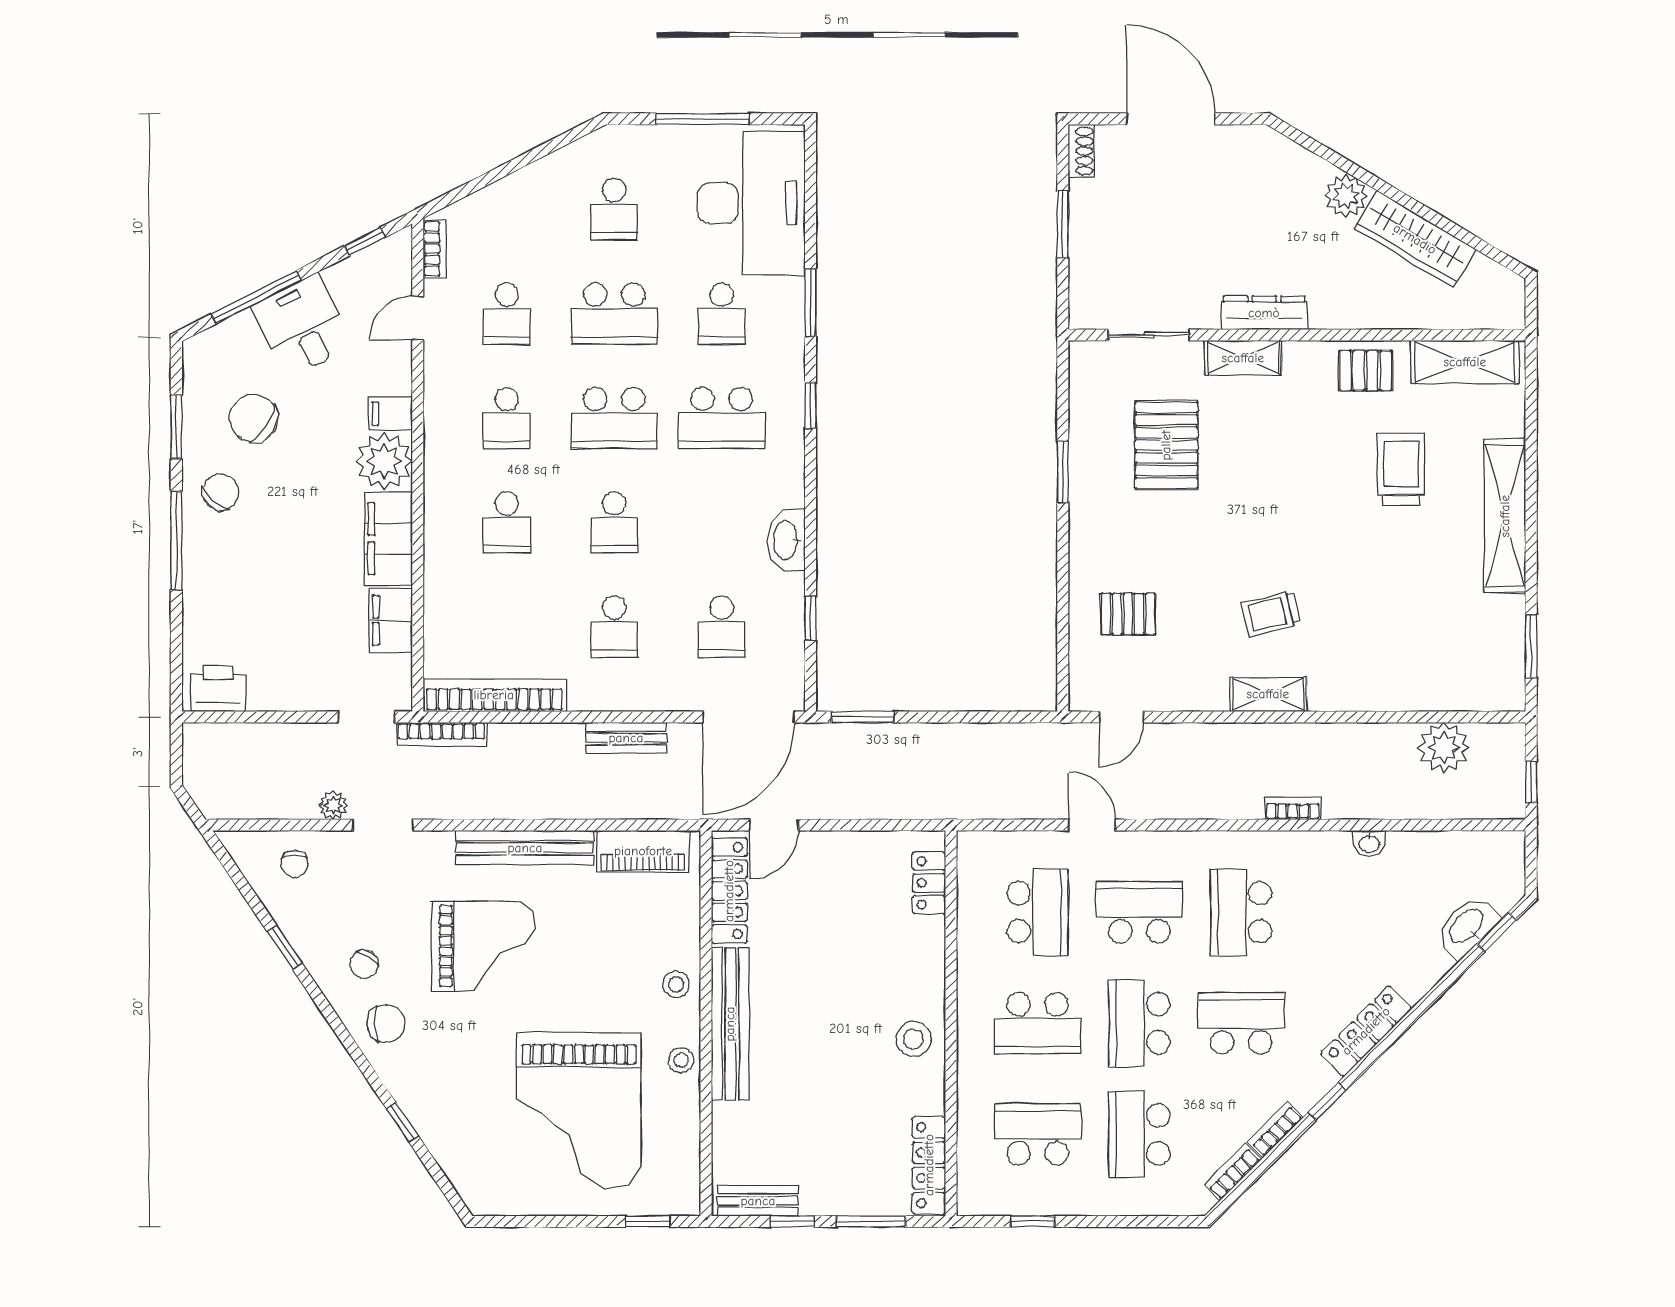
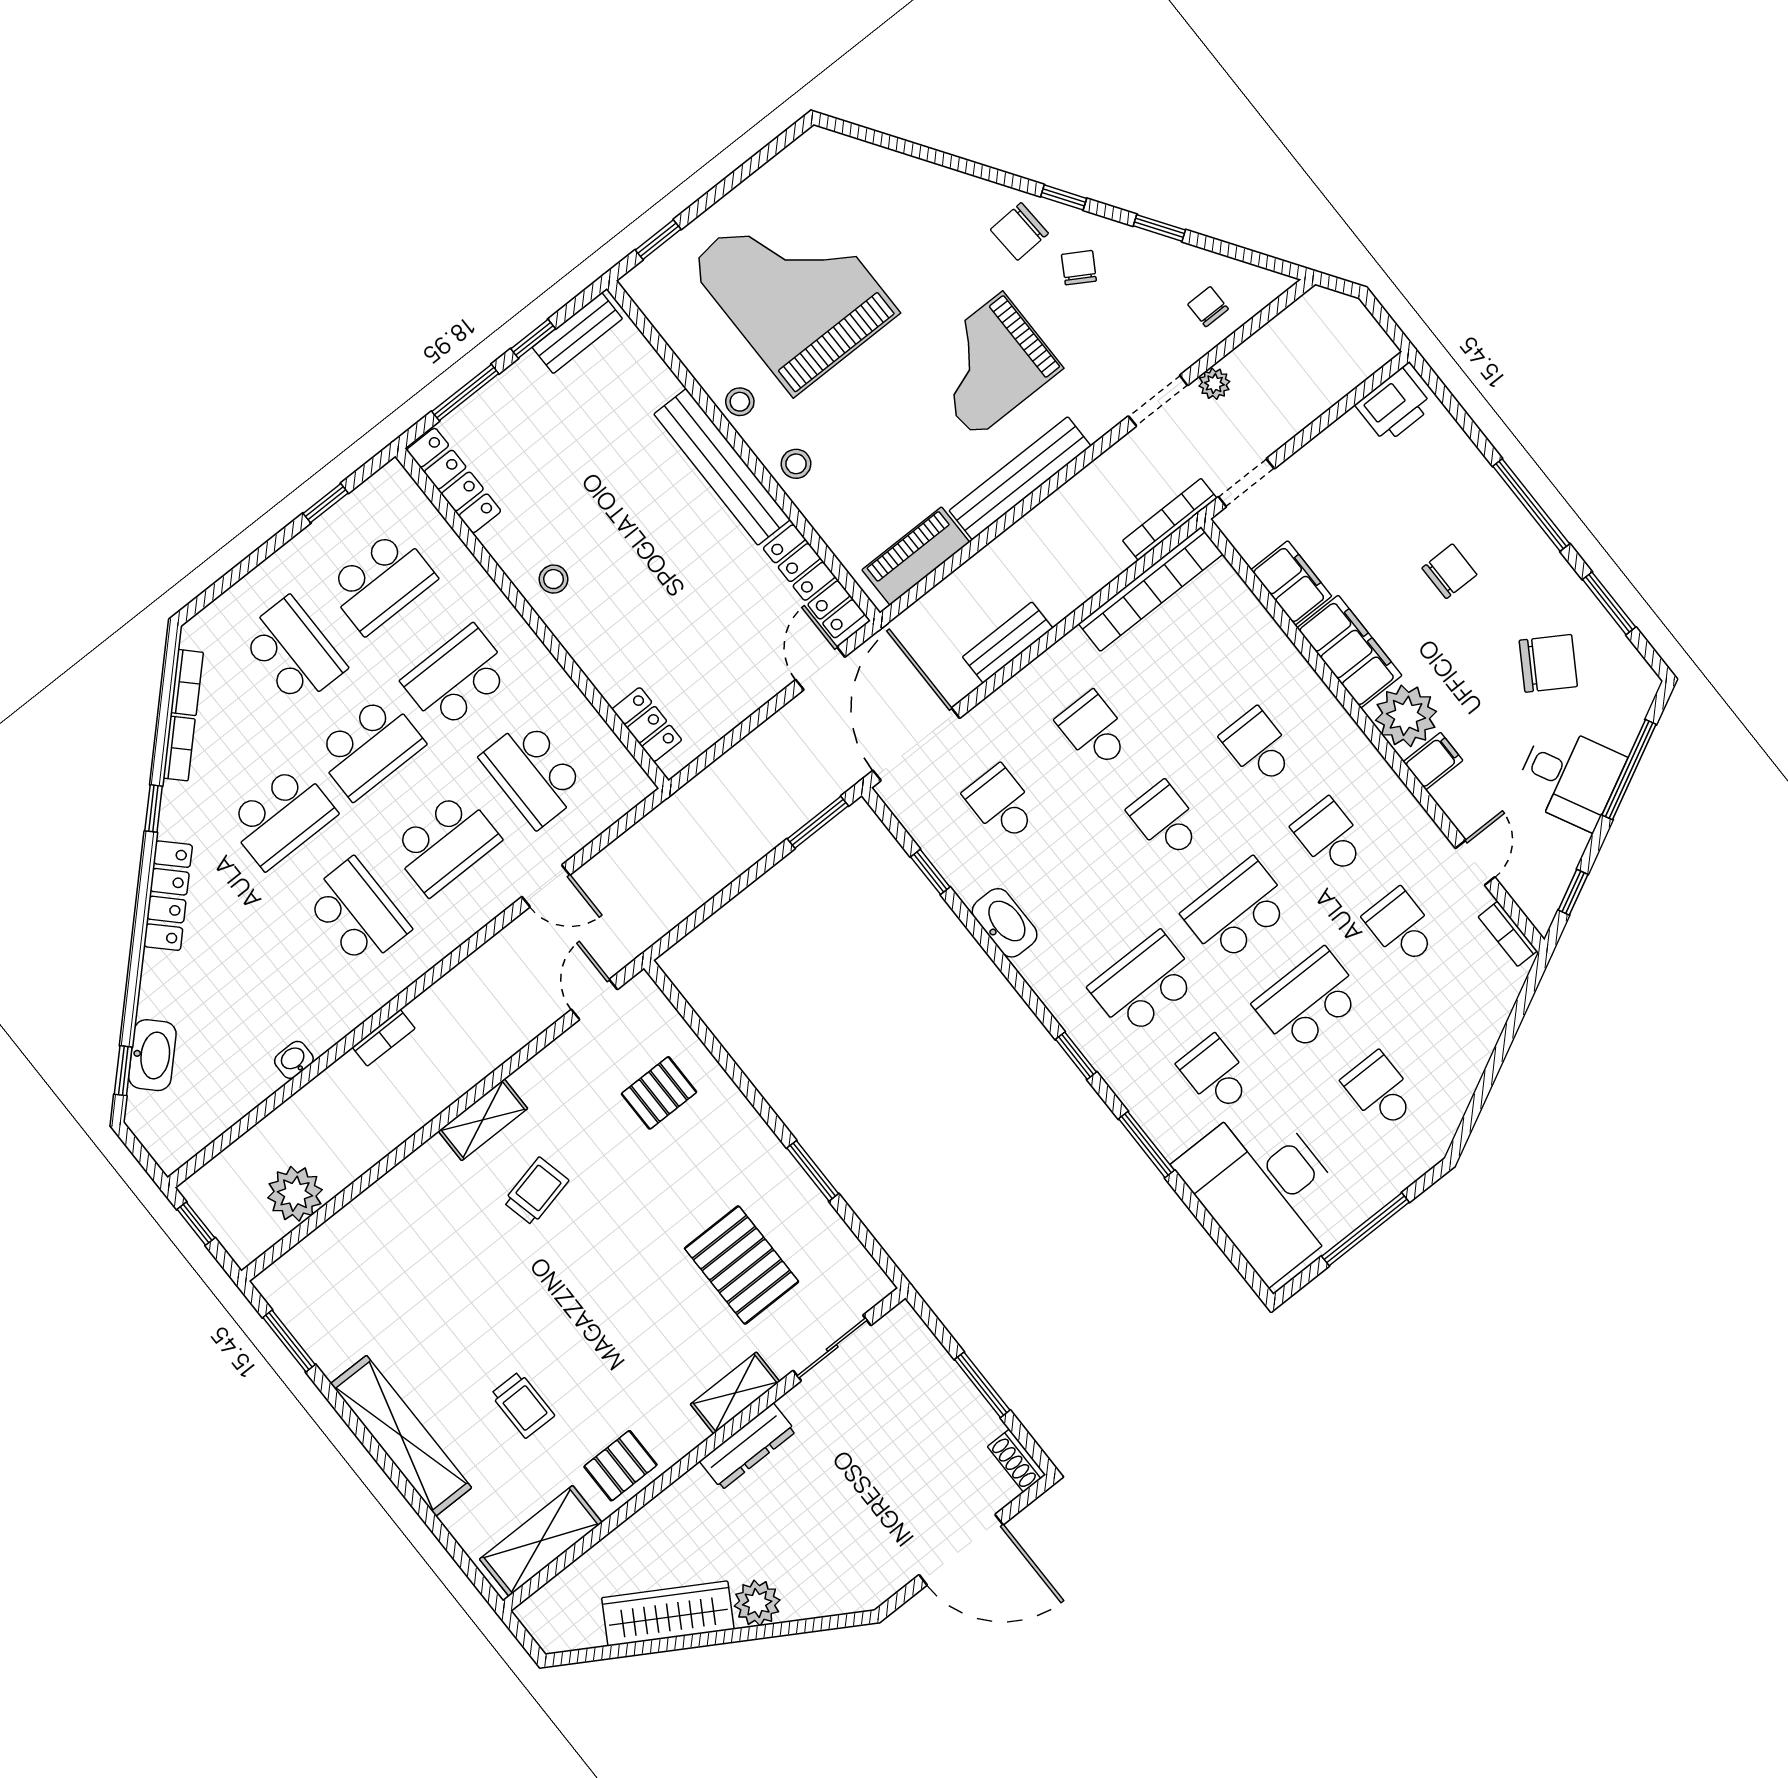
trolley: (1401, 469) -> (523, 1405), width x0.73, depth x0.72
chair: (221, 492) -> (1449, 571), moved, turned -133
school desk: (1139, 1023) -> (369, 747), turned 90
stool: (913, 1039) -> (553, 579), width x0.73, depth x0.73
window: (402, 1122) -> (1064, 197), moved

